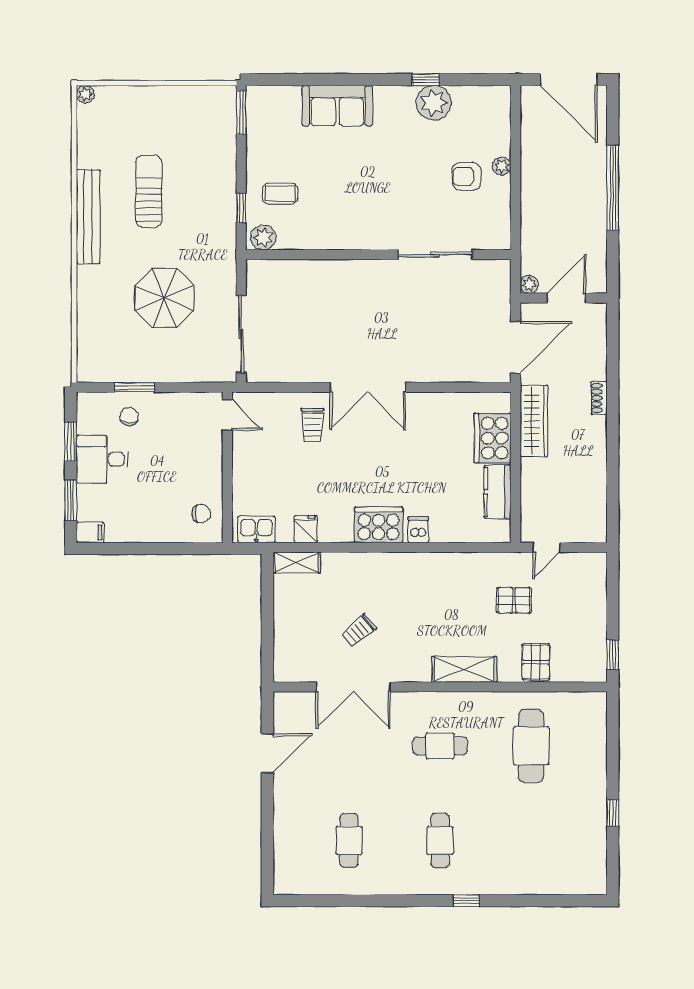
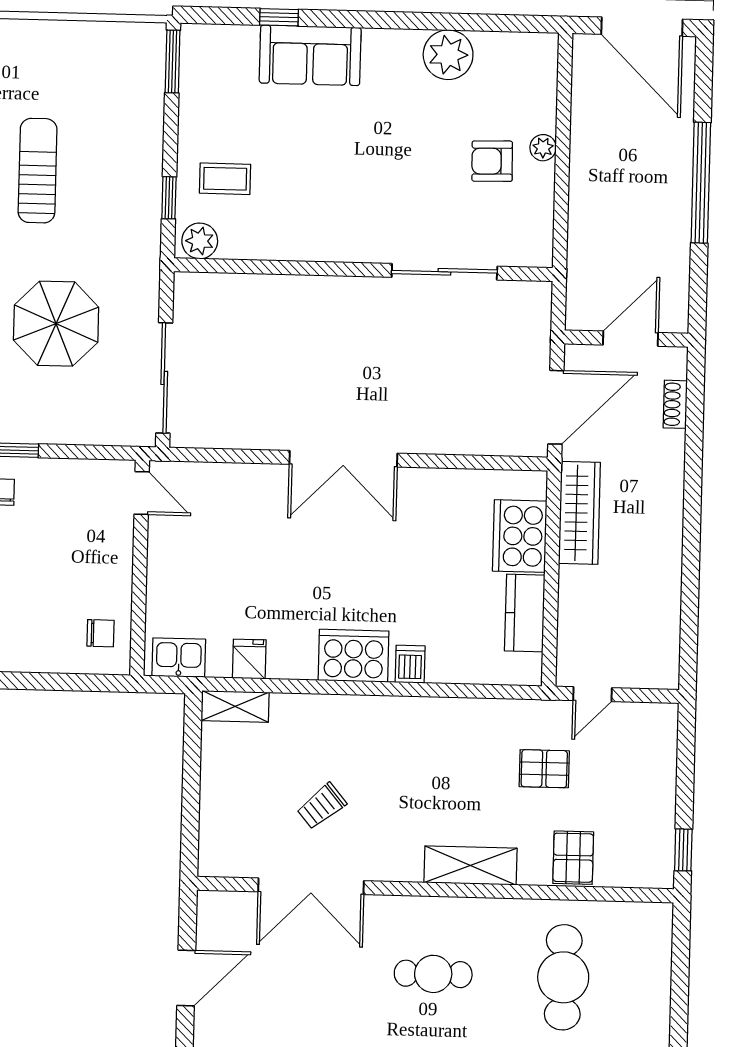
window: (425, 80) -> (279, 17), moved
plant: (529, 284) -> (578, 318), removed
shoe rack: (599, 398) -> (675, 404), moved
trolley: (312, 425) -> (263, 511), removed

